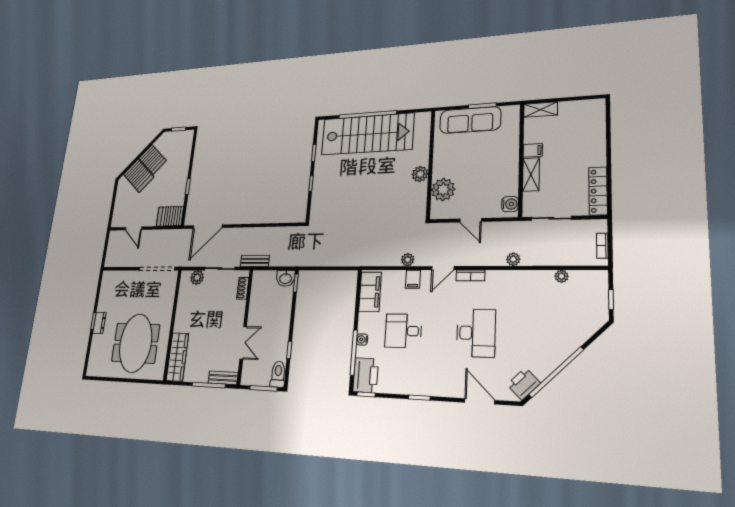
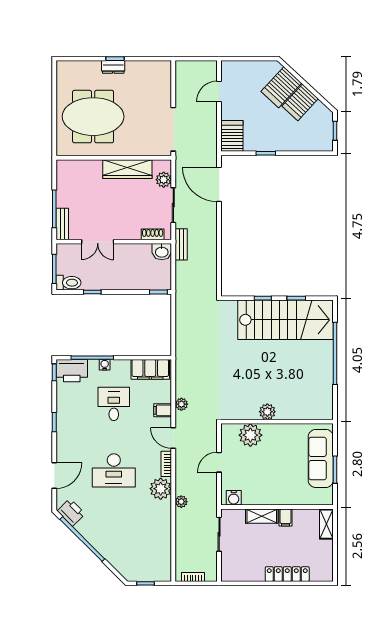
stairs: (367, 134) -> (285, 320), moved, turned -90
locker: (598, 191) -> (287, 574), moved
plant: (562, 276) -> (161, 489), moved, width x1.88, depth x1.88
washbasin: (286, 278) -> (162, 252), moved, turned -90
wardrobe: (177, 357) -> (127, 169), moved

